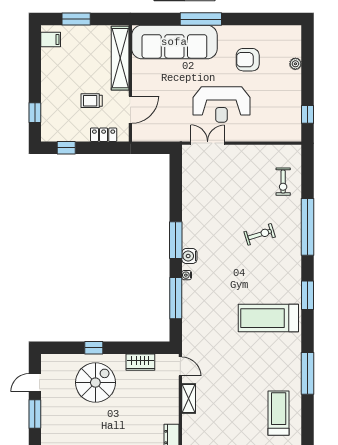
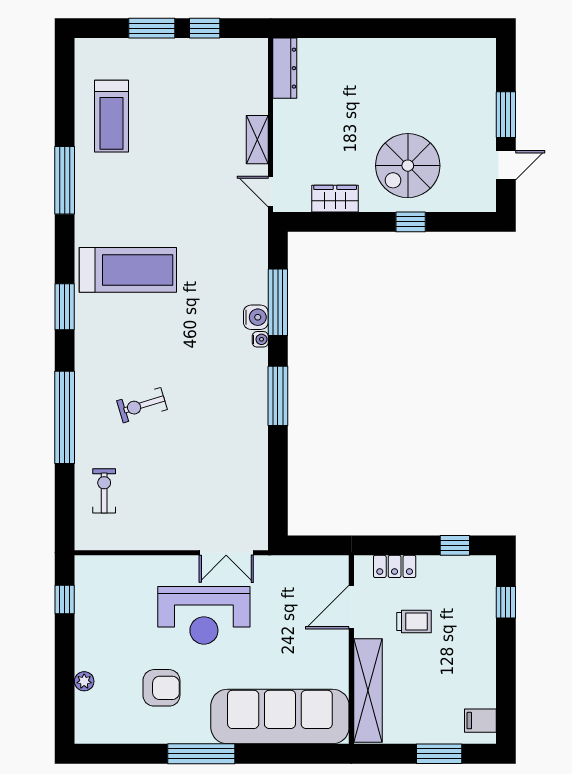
window: (201, 19) -> (201, 754), moved
reception desk: (221, 104) -> (204, 615), turned 180
water cooler: (189, 256) -> (256, 317), moved

